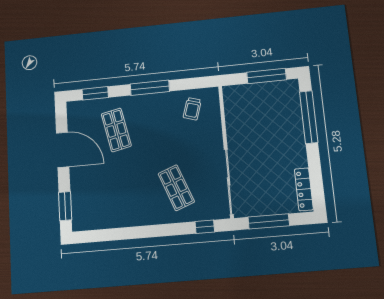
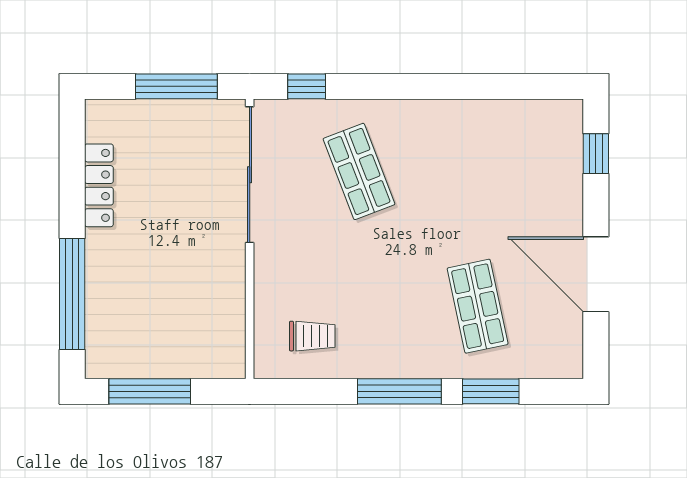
window: (95, 93) -> (491, 391), moved
trolley: (192, 109) -> (312, 336), turned 73
locker: (304, 189) -> (99, 185), moved
window: (65, 206) -> (596, 154), width x0.67

